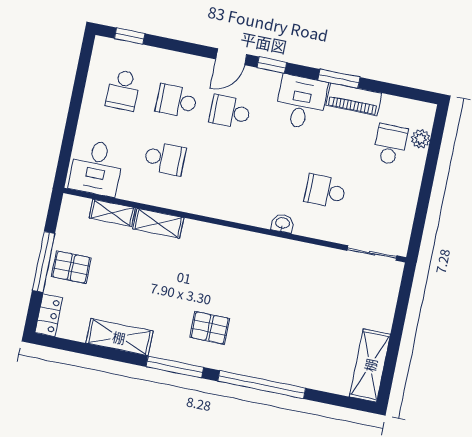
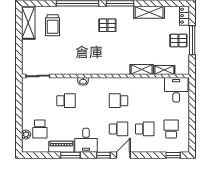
school desk: (165, 158) -> (119, 101), moved
trolley: (321, 350) -> (53, 25), added

